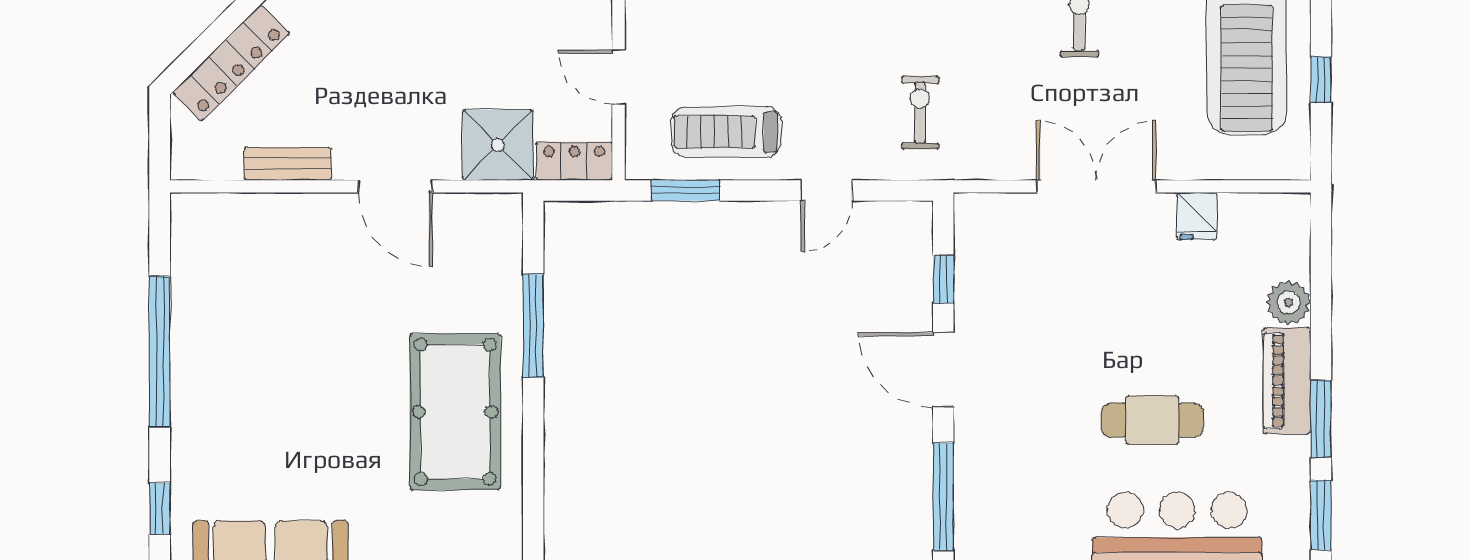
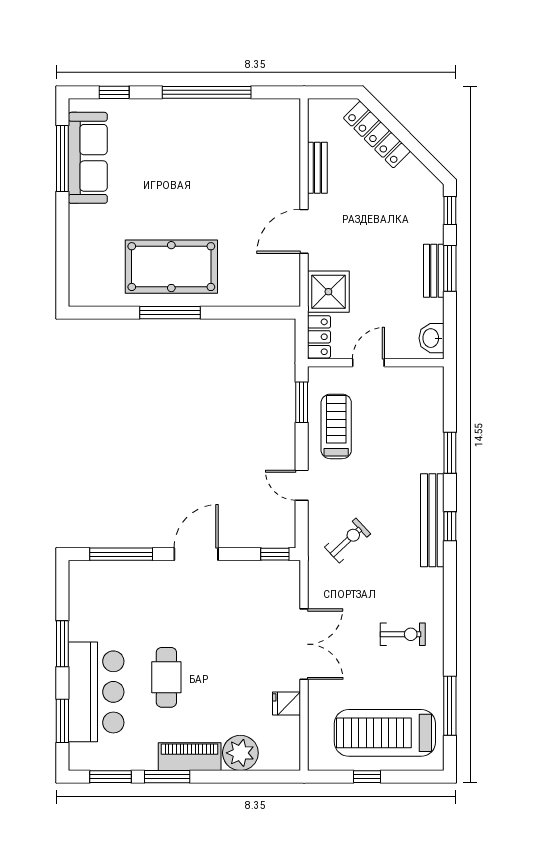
exercise bike: (920, 112) -> (348, 540), turned -43
window: (943, 279) -> (275, 554), moved
plant: (1289, 302) -> (240, 753), width x1.36, depth x1.36
window: (533, 326) -> (170, 313), moved

